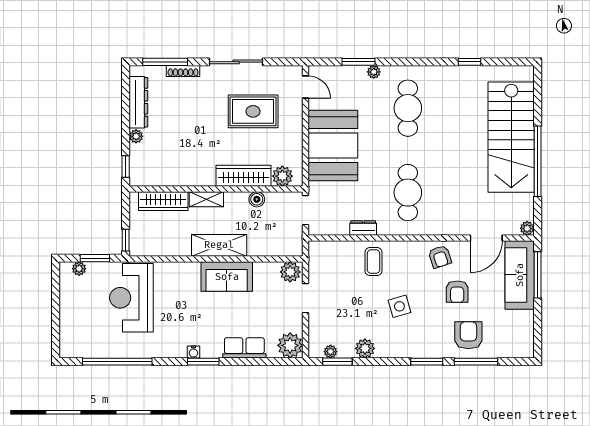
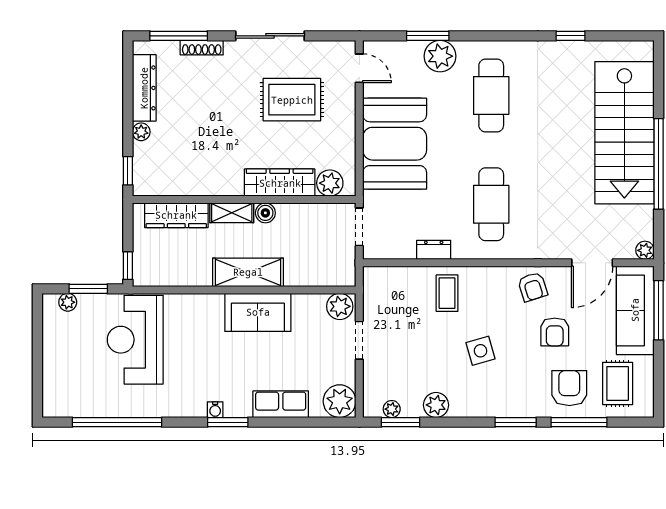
plant: (374, 72) -> (440, 56), width x1.88, depth x1.88
boiler: (257, 199) -> (265, 213), moved
rug: (506, 332) -> (618, 383), added

